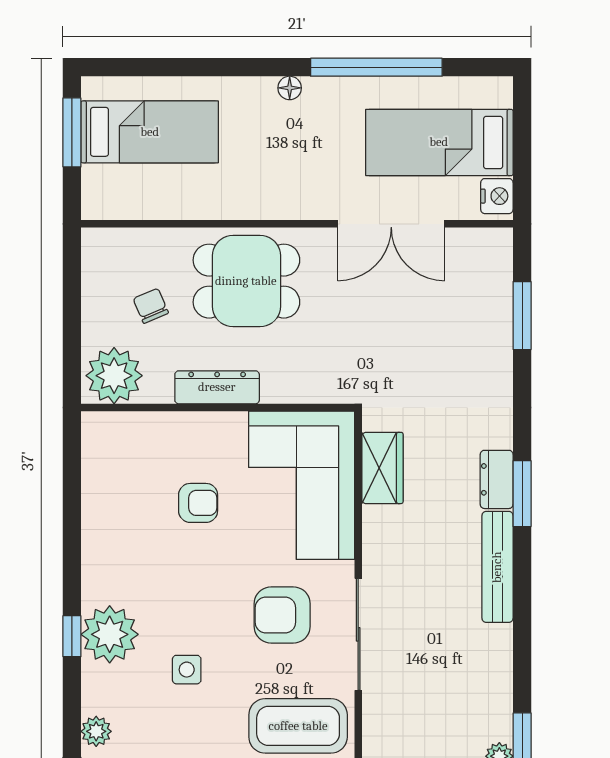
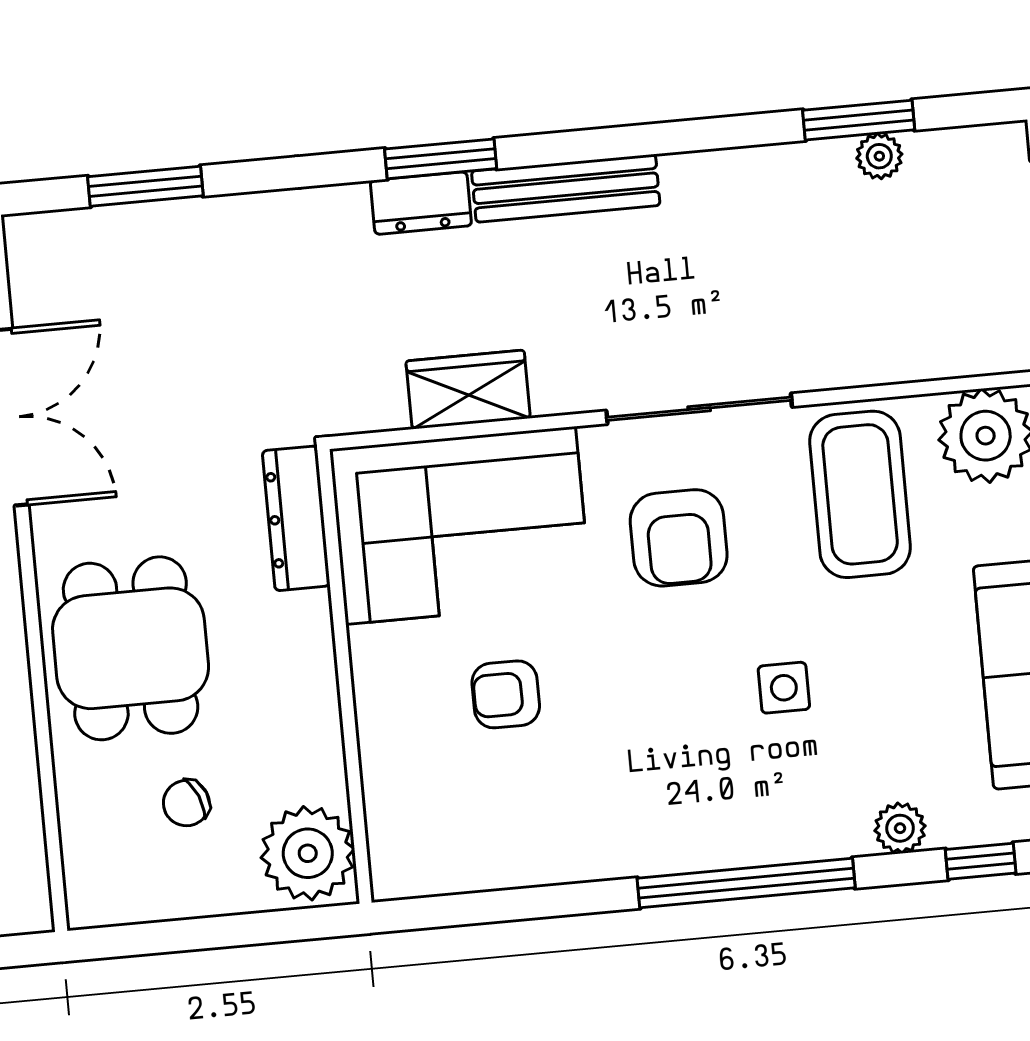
dresser: (217, 387) -> (296, 518), moved
wardrobe: (382, 468) -> (468, 390), moved
armchair: (198, 503) -> (506, 694), turned -90
plant: (110, 634) -> (737, 821), removed
window: (72, 636) -> (746, 883), width x3.17

